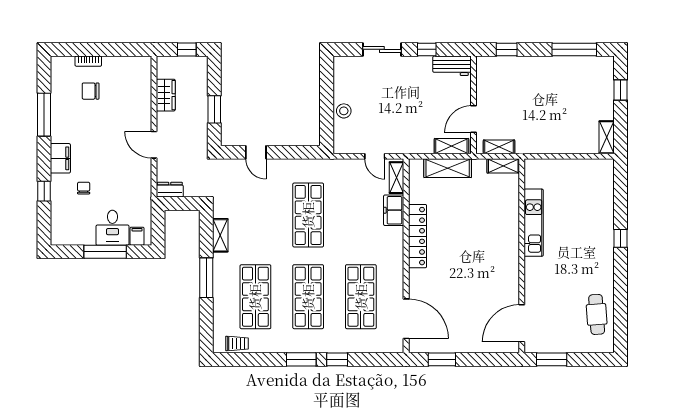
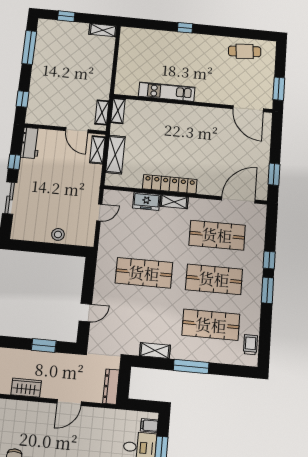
shelving: (396, 178) -> (174, 202), moved
dresser: (170, 190) -> (111, 387), width x1.44

